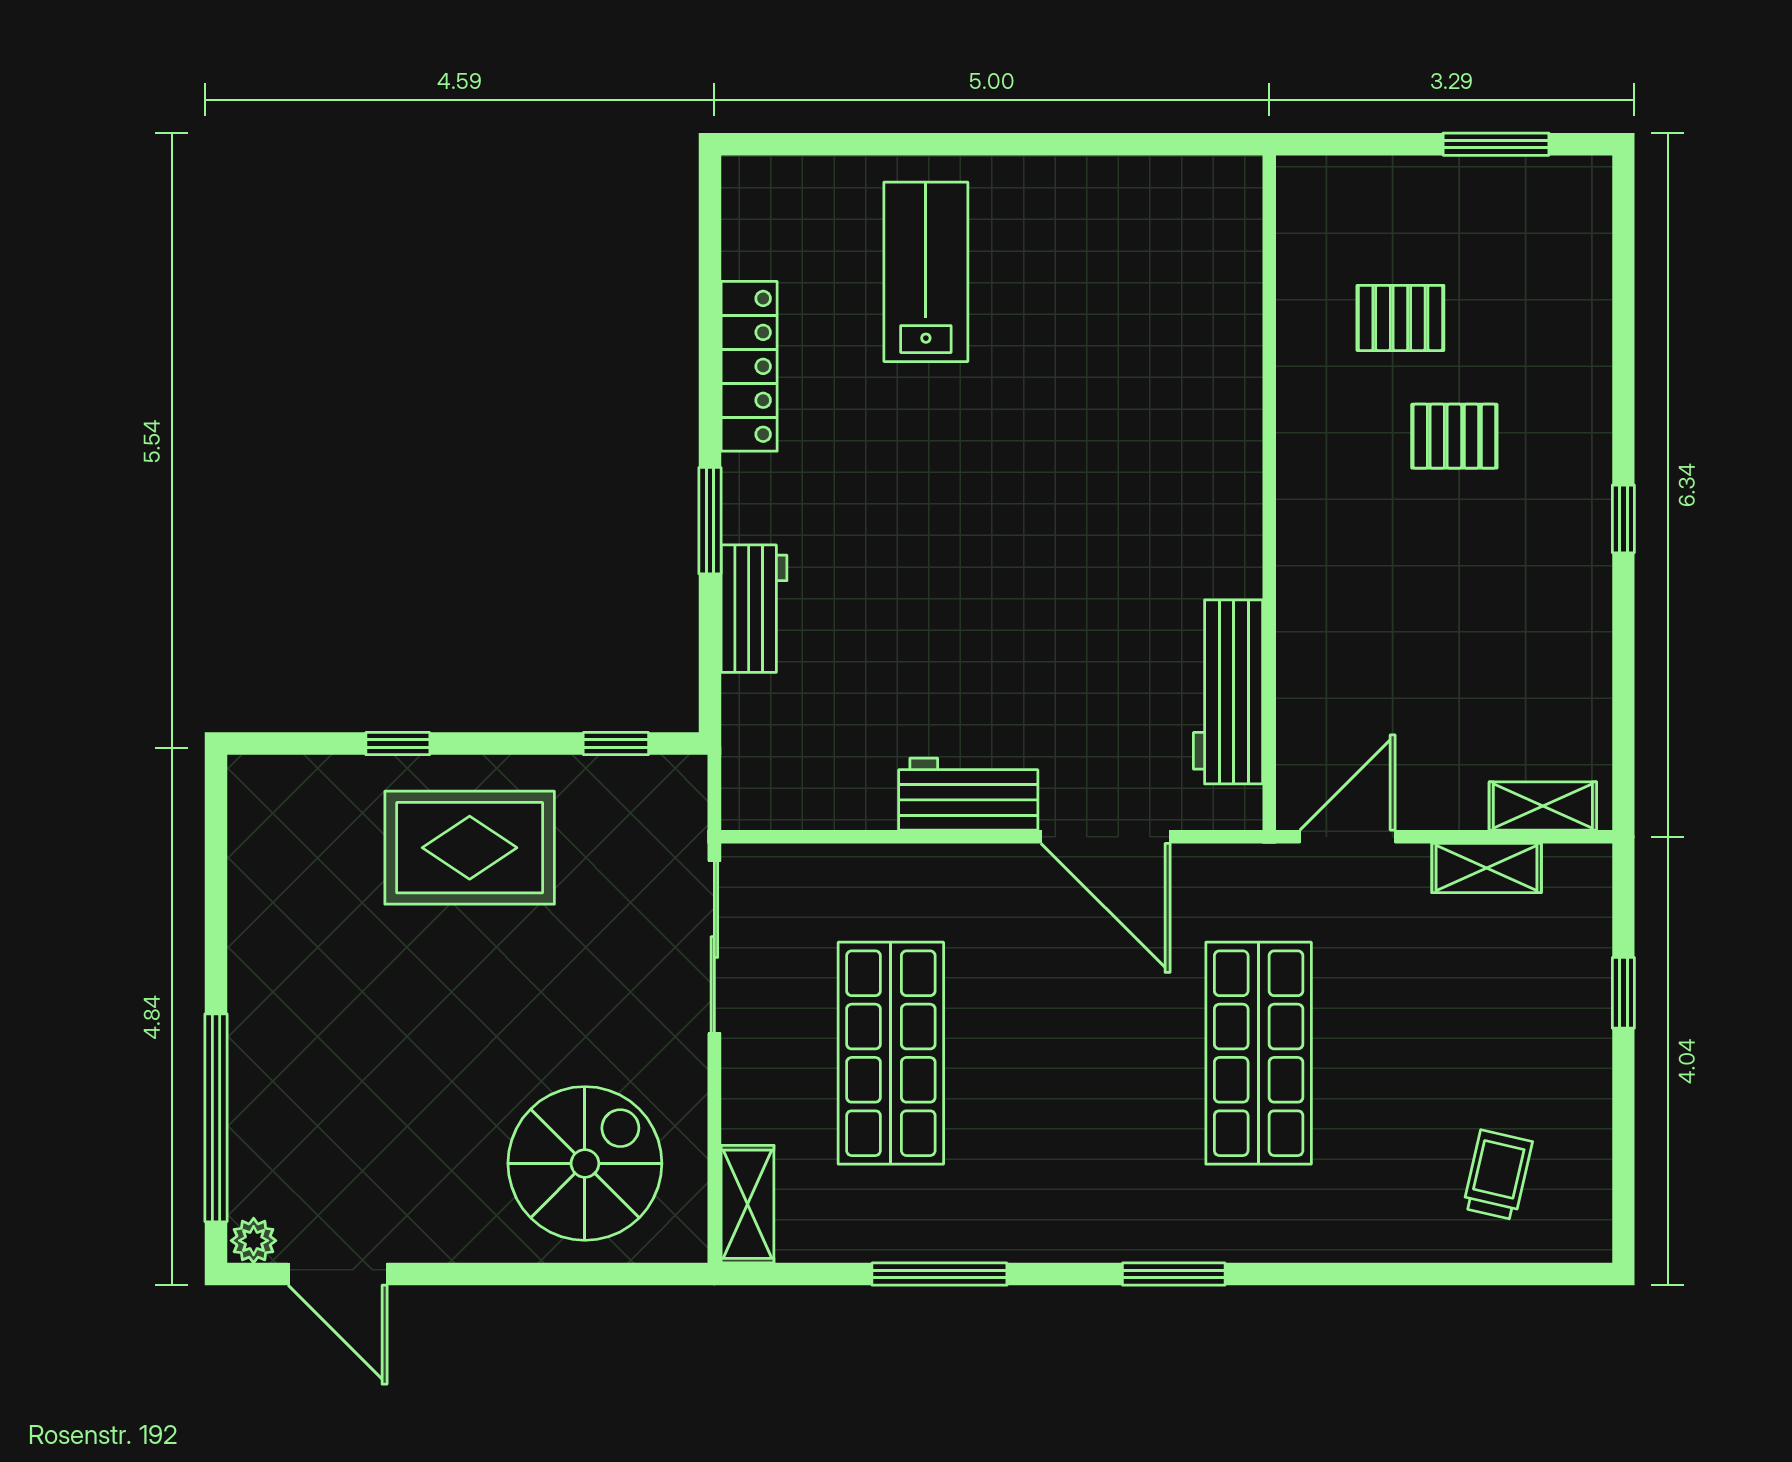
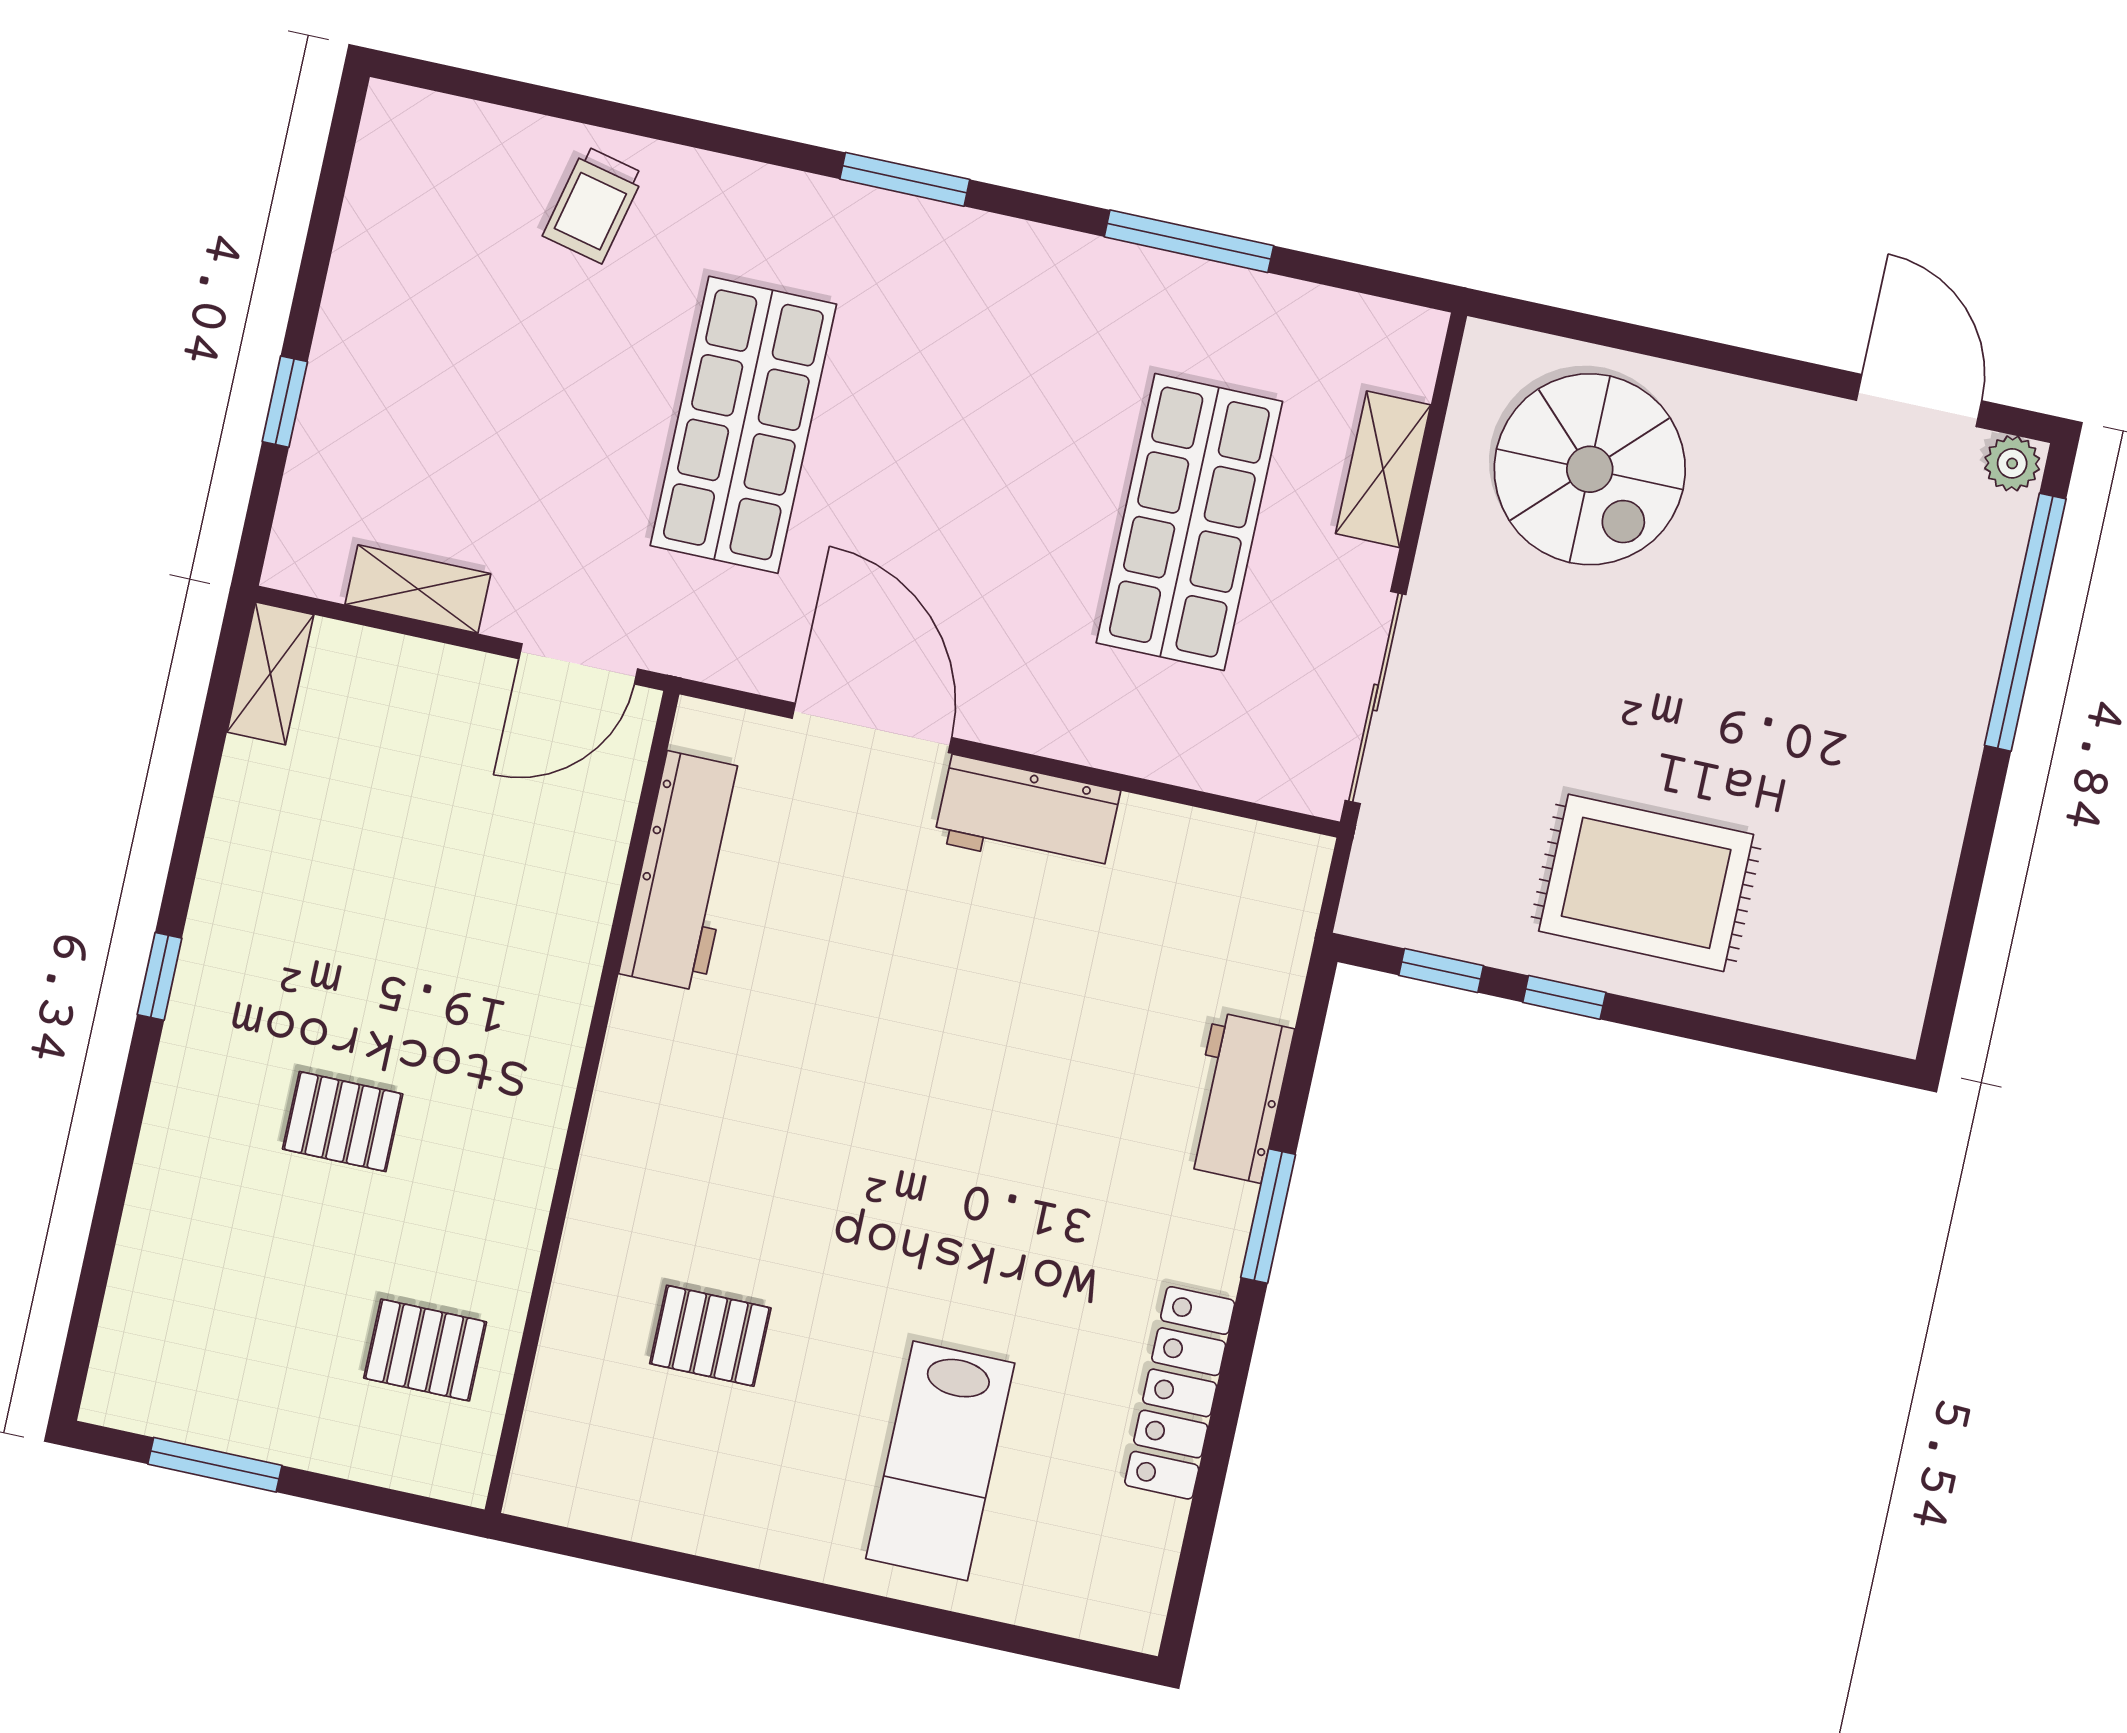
pallet: (1400, 318) -> (425, 1350), moved
pallet: (1128, 331) -> (710, 1336), added
window: (398, 744) -> (1564, 997), moved
shelving: (1543, 806) -> (270, 673), moved, turned 90
spiral stairs: (585, 1163) -> (1590, 469), turned -90
trolley: (1498, 1175) -> (593, 205), moved
shelving: (747, 1204) -> (1383, 469), moved

